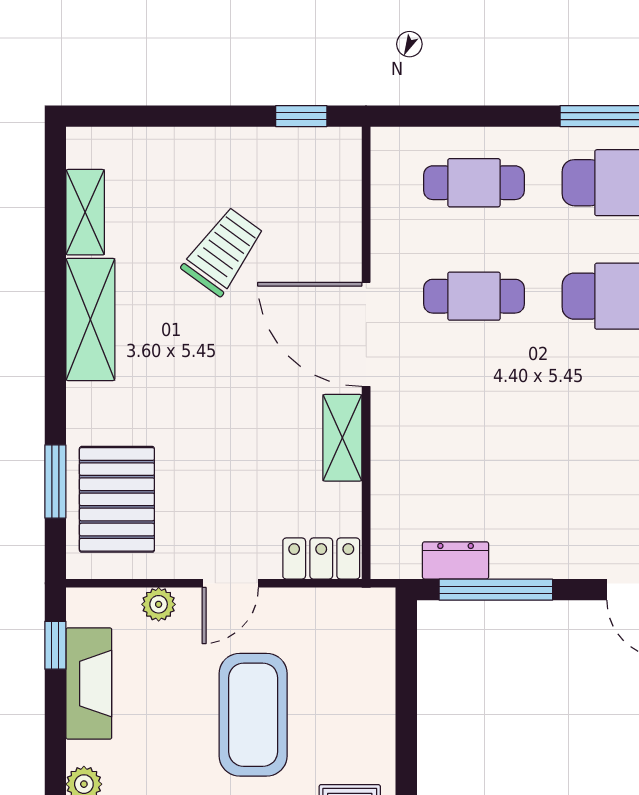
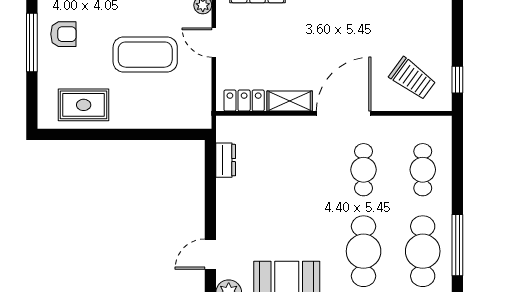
trolley: (223, 251) -> (412, 78), moved
locker: (321, 559) -> (244, 101), moved, turned -90
window: (496, 590) -> (210, 181), removed

